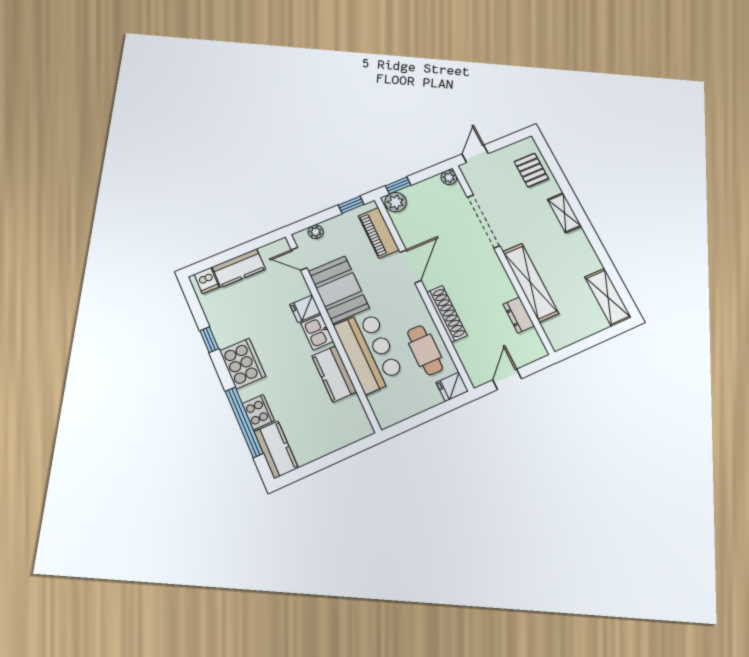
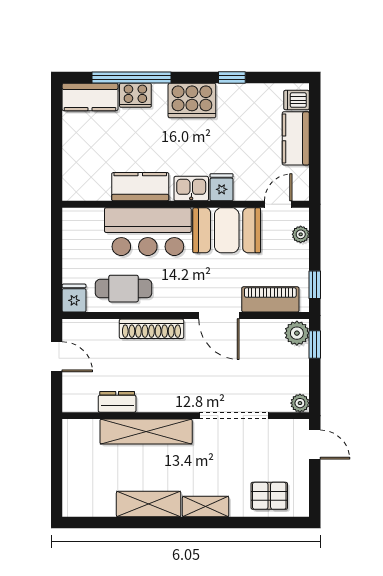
shelving: (608, 297) -> (149, 504), moved

